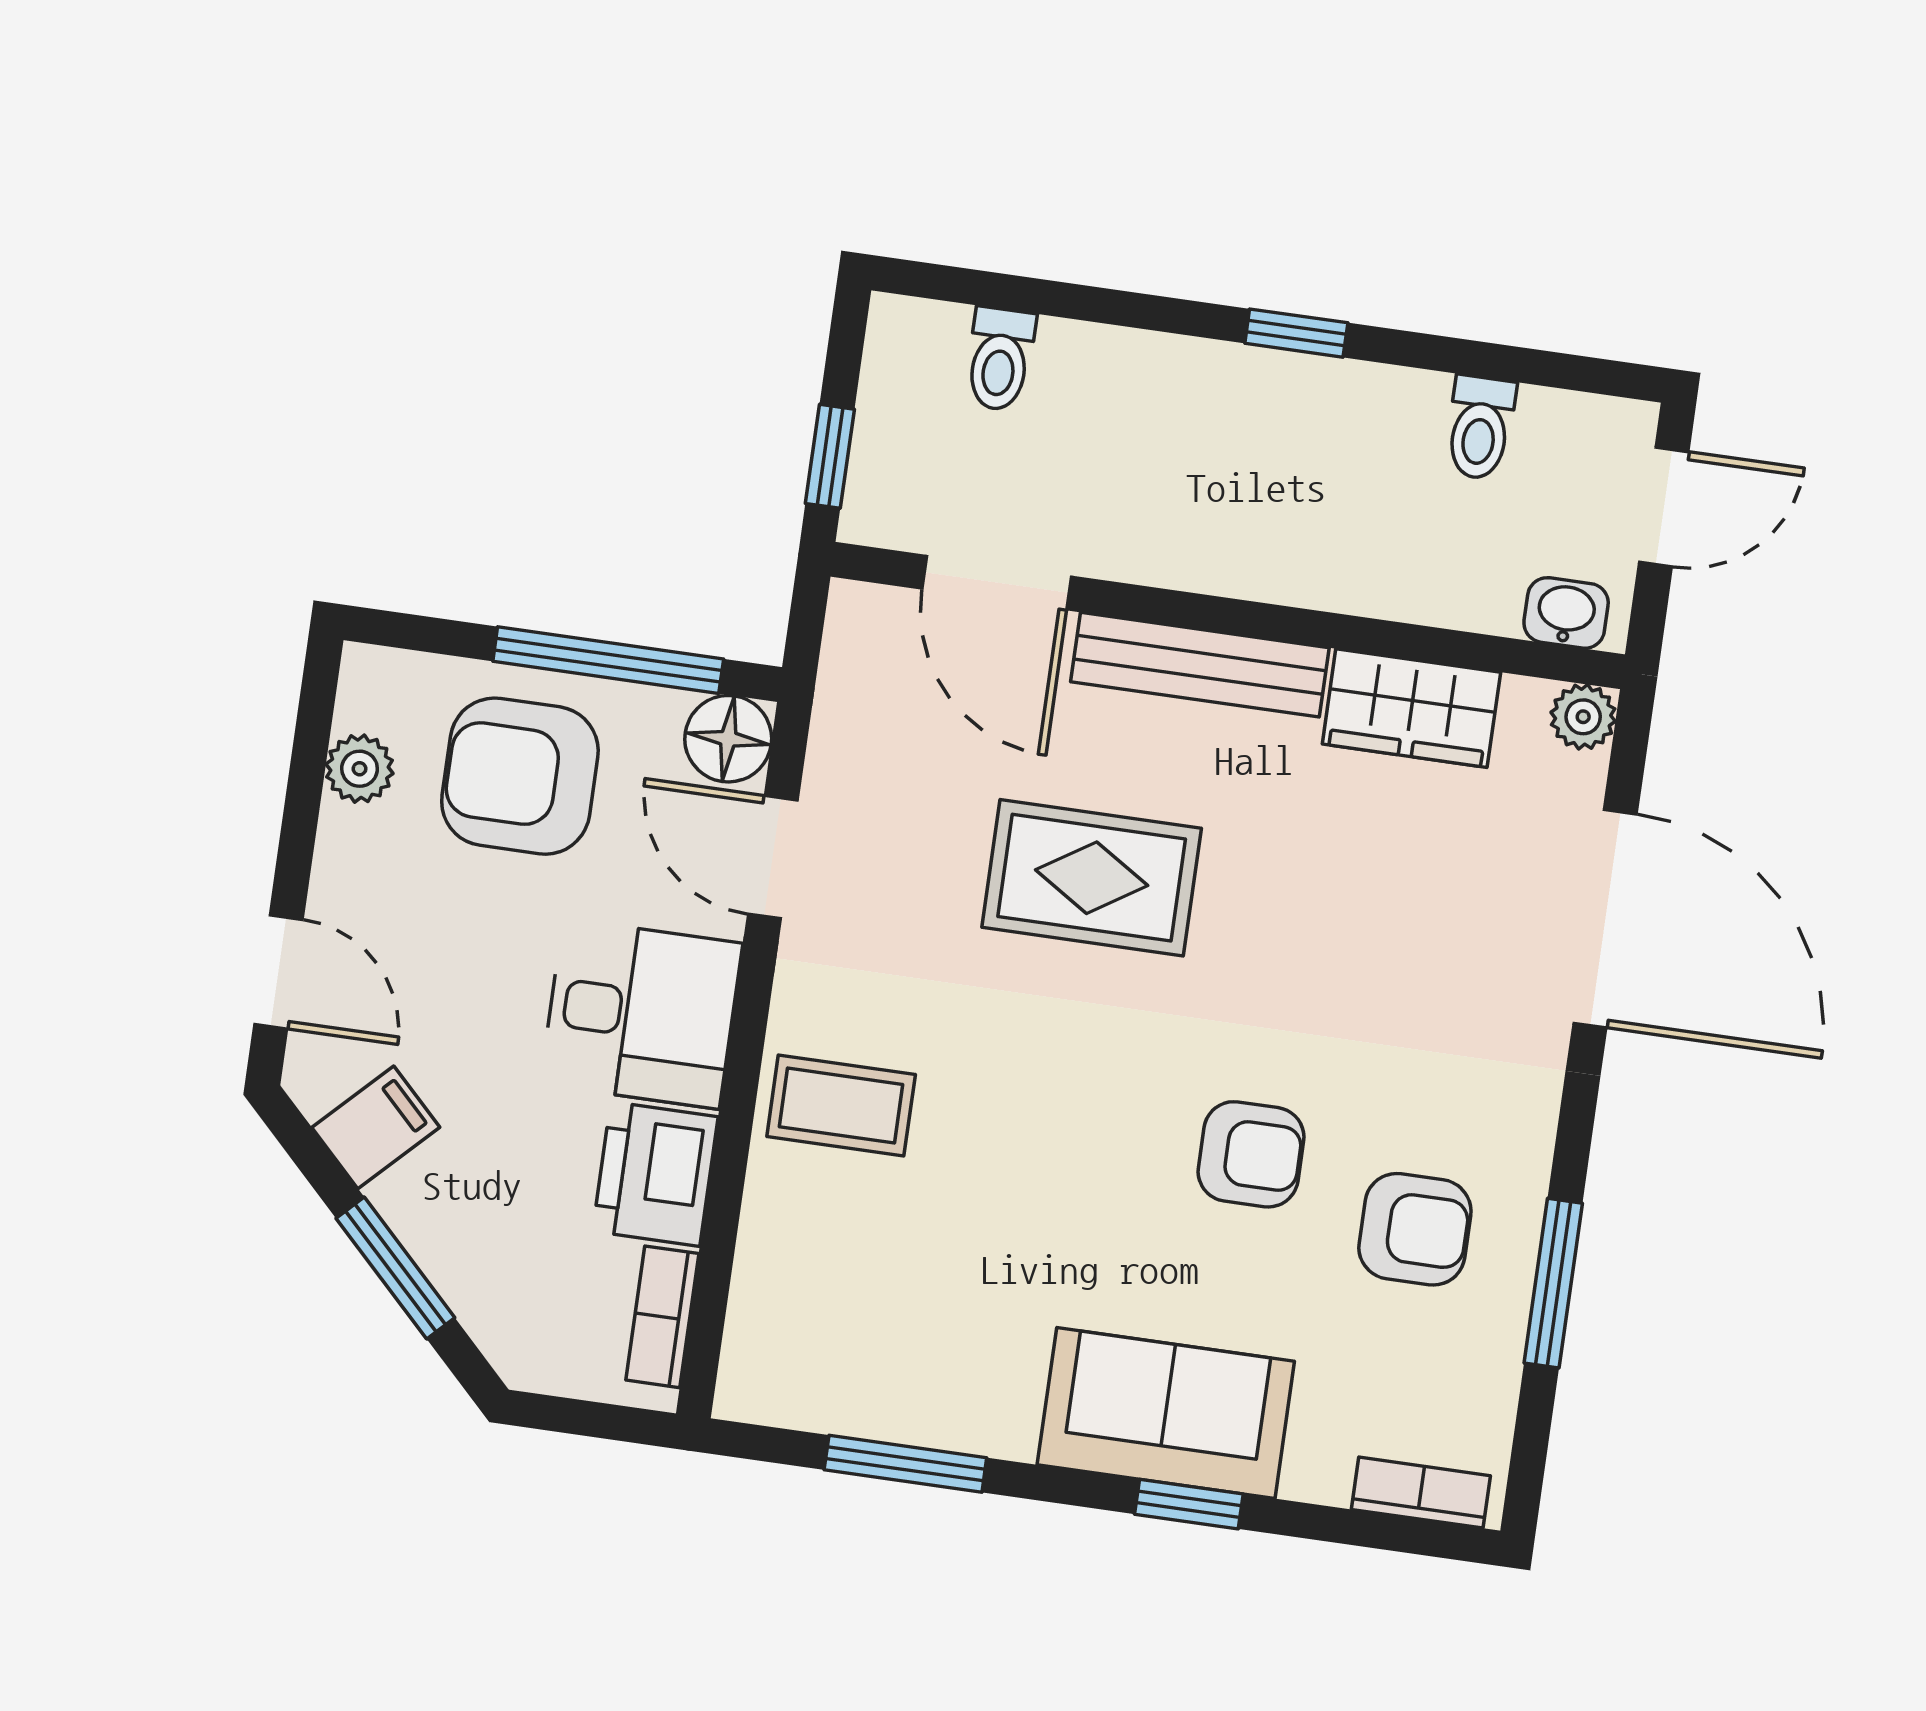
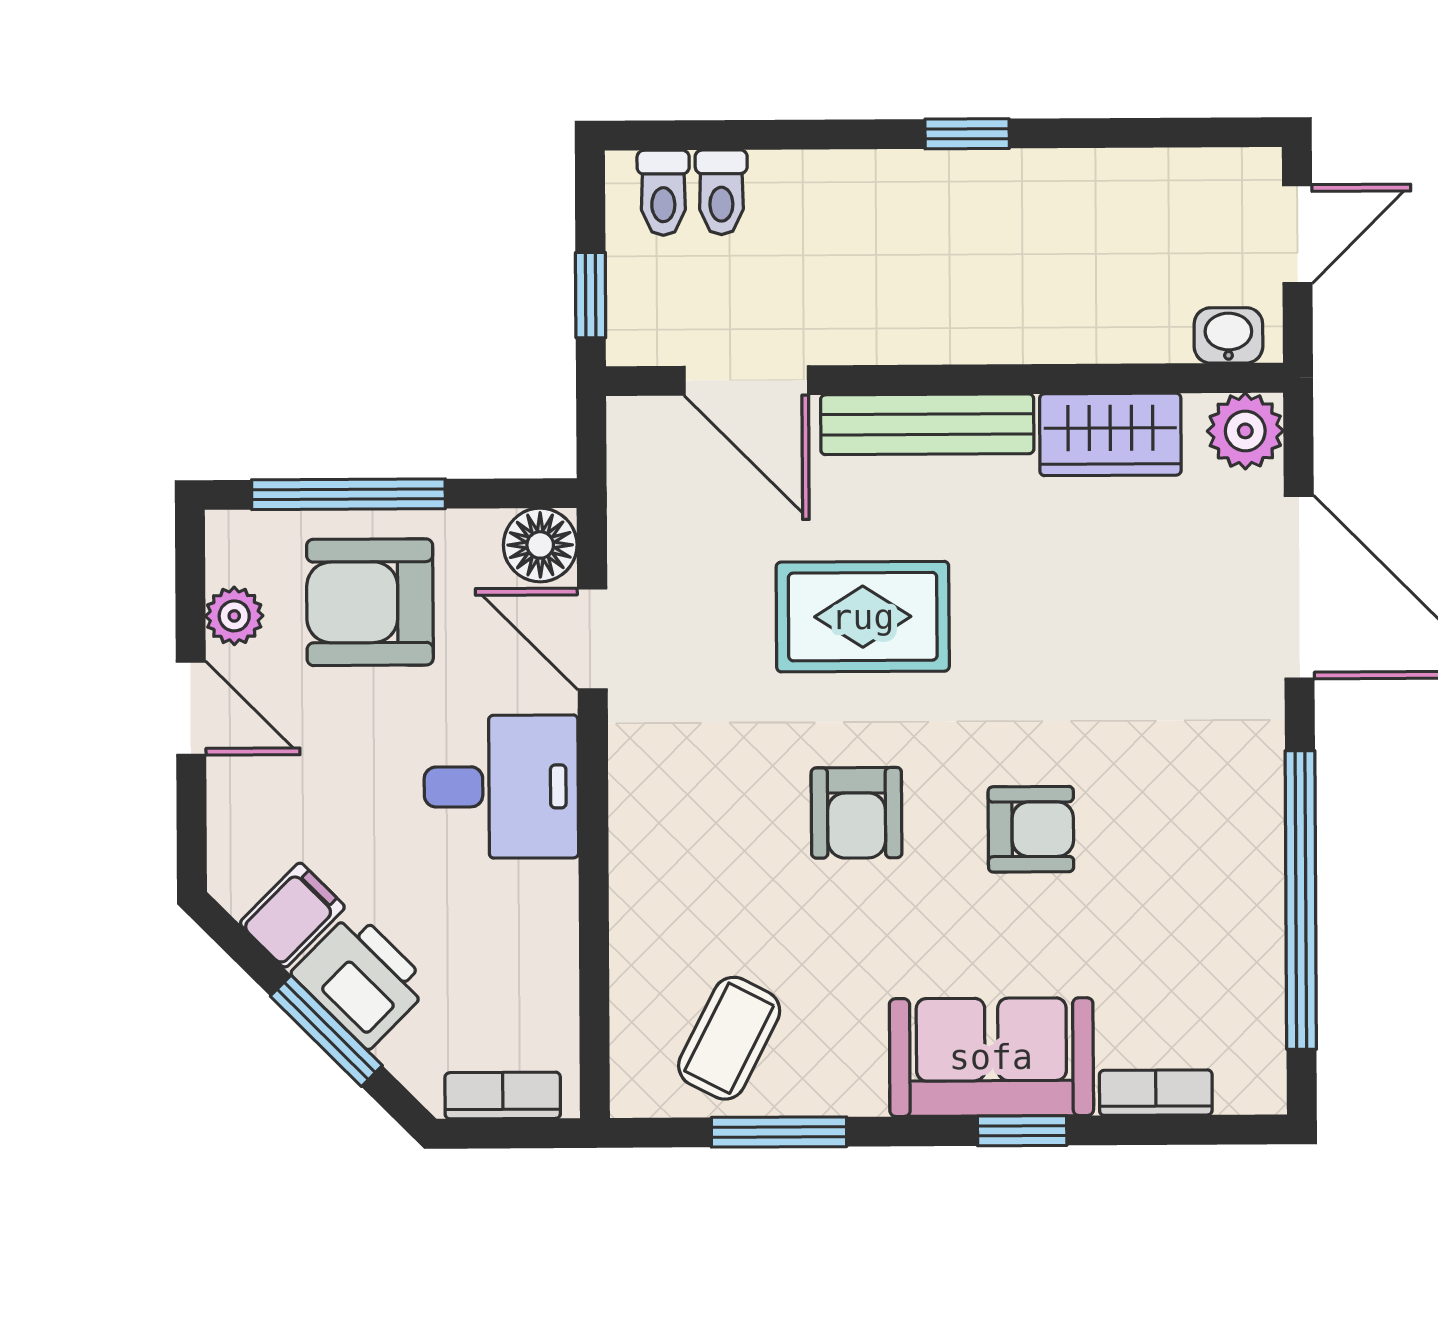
toilet: (1480, 428) -> (663, 193), moved
window: (608, 660) -> (348, 494), moved
plant: (1583, 717) -> (1245, 431), width x1.38, depth x1.38
door: (278, 972) -> (191, 708), moved
coffee table: (841, 1106) -> (729, 1038), moved, turned -63
printer: (655, 1174) -> (361, 980), moved, turned 135
armchair: (1415, 1229) -> (857, 813), moved, turned 90
window: (1553, 1283) -> (1301, 900), width x2.11
bookcase: (662, 1317) -> (503, 1096), moved, turned 90
bookcase: (1421, 1493) -> (1156, 1093), moved

